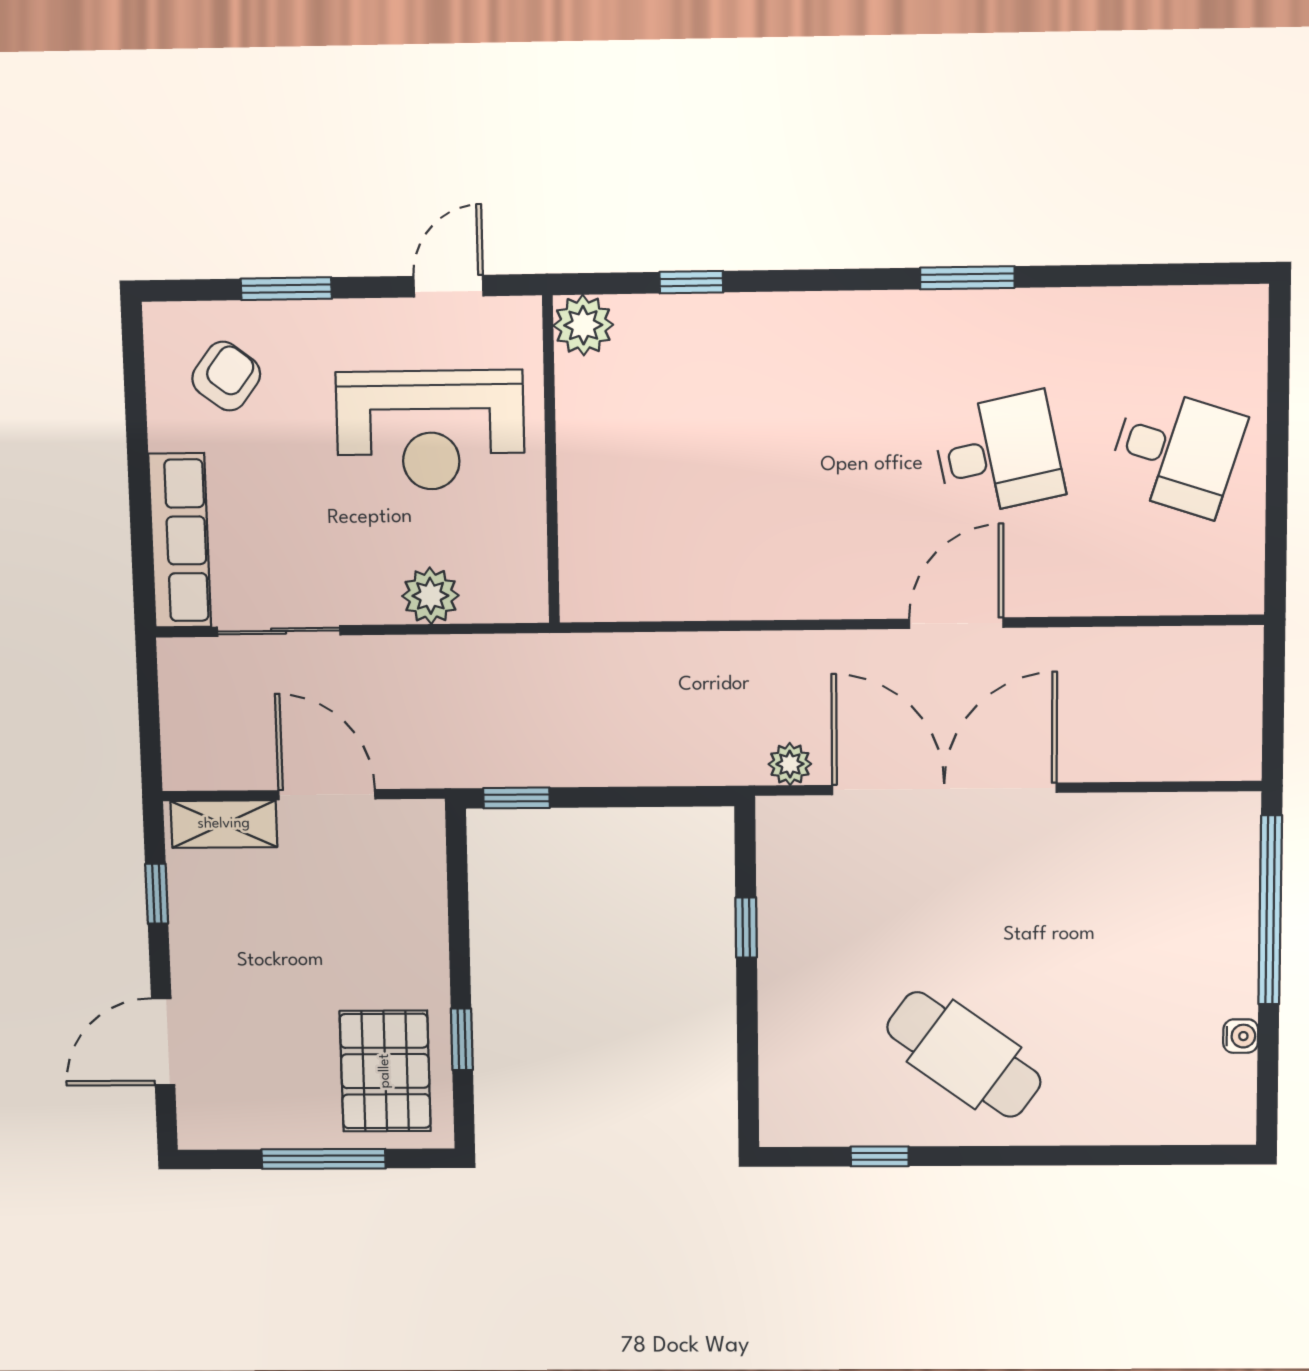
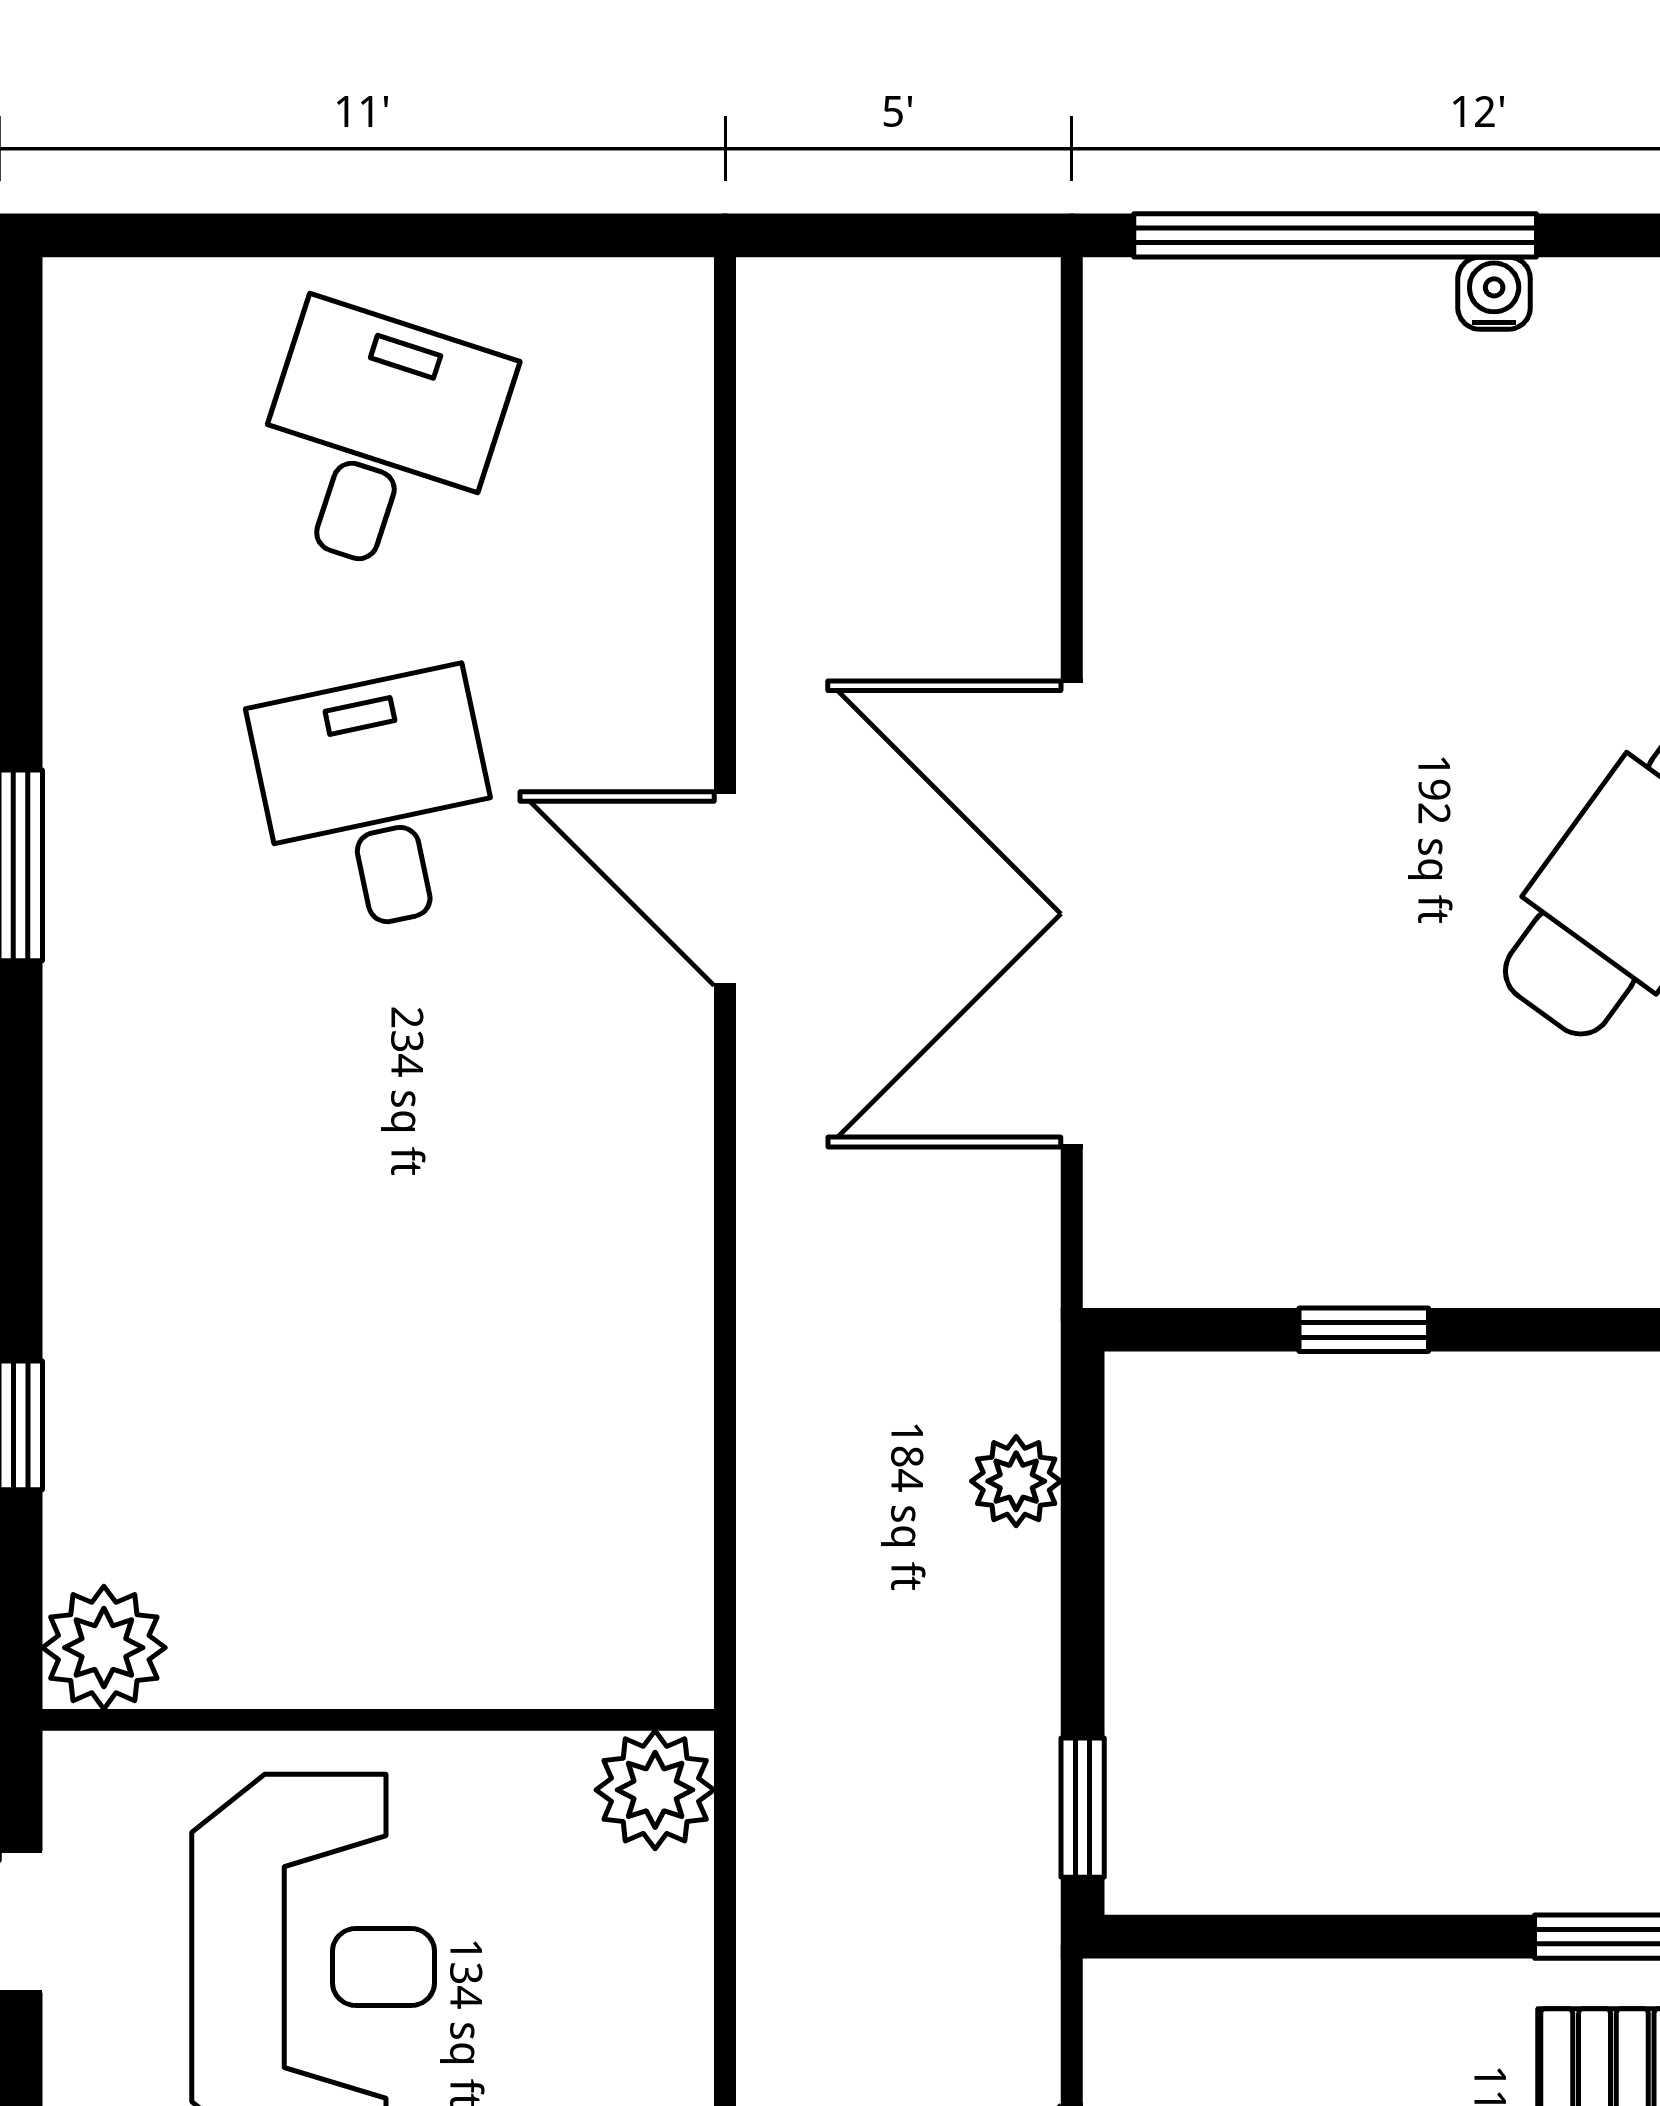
plant: (430, 596) -> (655, 1790), moved
plant: (790, 764) -> (1016, 1481), moved
water cooler: (1241, 1036) -> (1494, 293), moved

